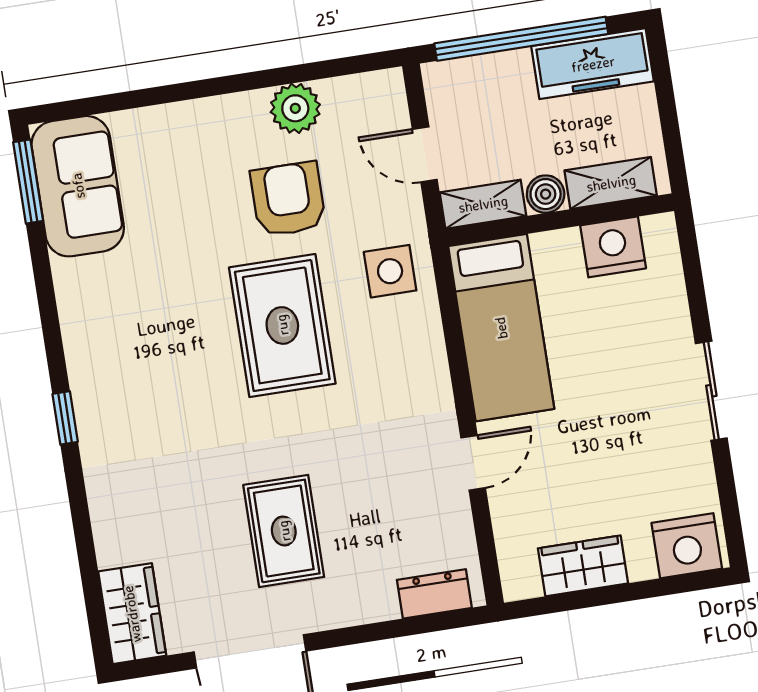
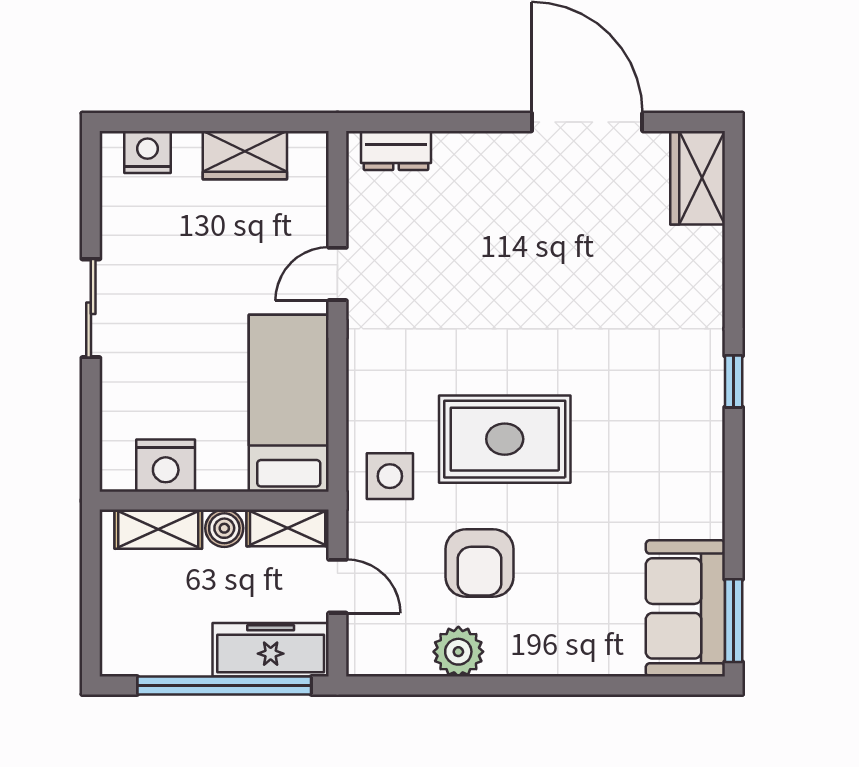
freezer: (593, 64) -> (271, 650), moved
rug: (282, 325) -> (505, 439), turned 90
rug: (284, 531) -> (535, 236), removed
nightstand: (687, 546) -> (147, 152), width x0.74, depth x0.75

